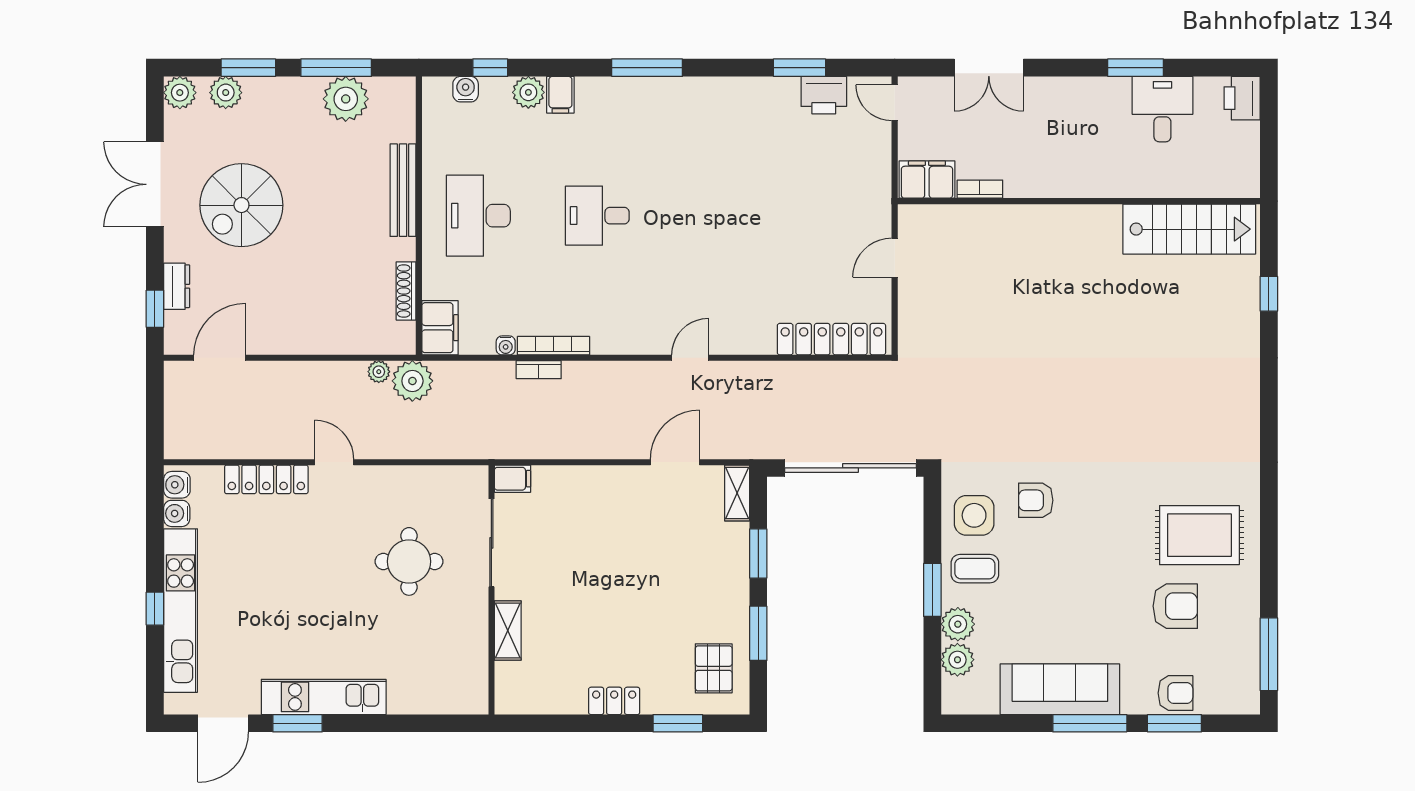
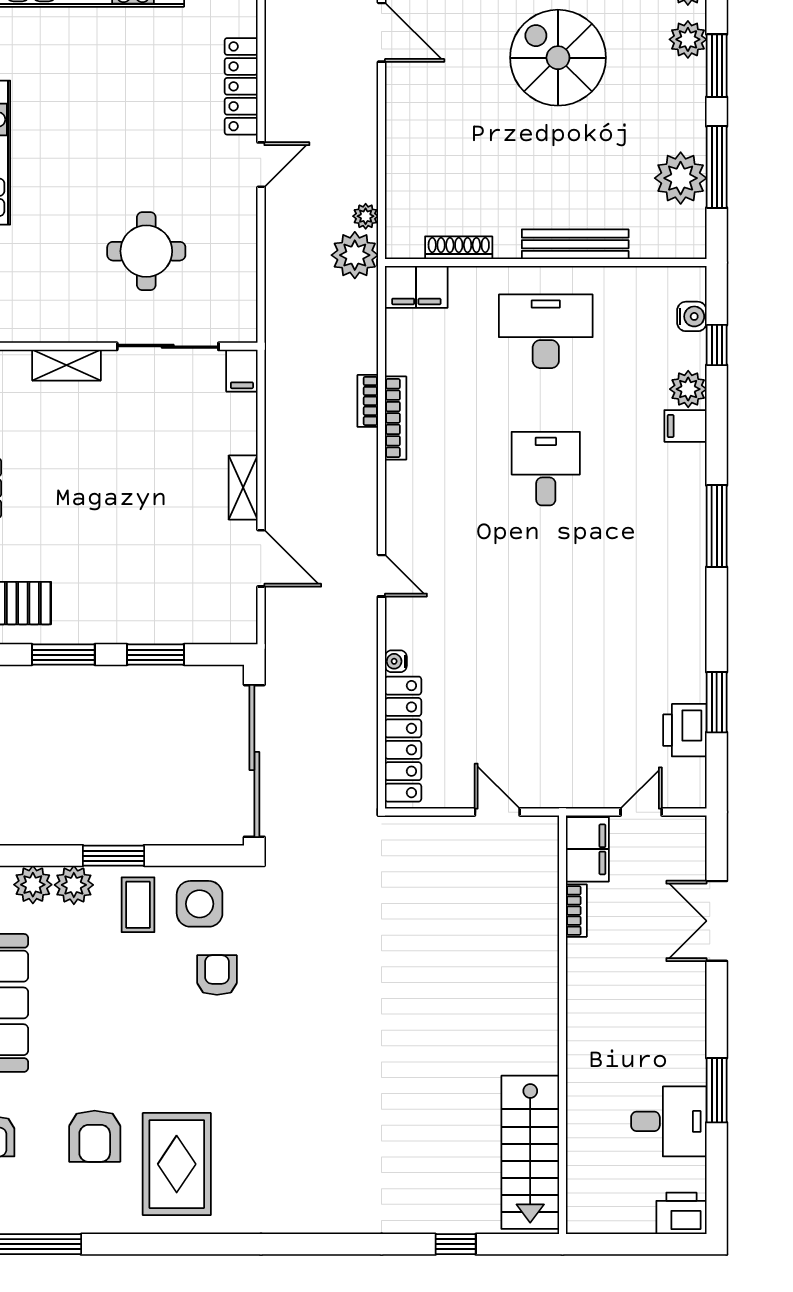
door: (895, 103) -> (641, 812), moved
water cooler: (506, 345) -> (396, 661), moved
shelving: (737, 493) -> (243, 488), moved, turned 90

